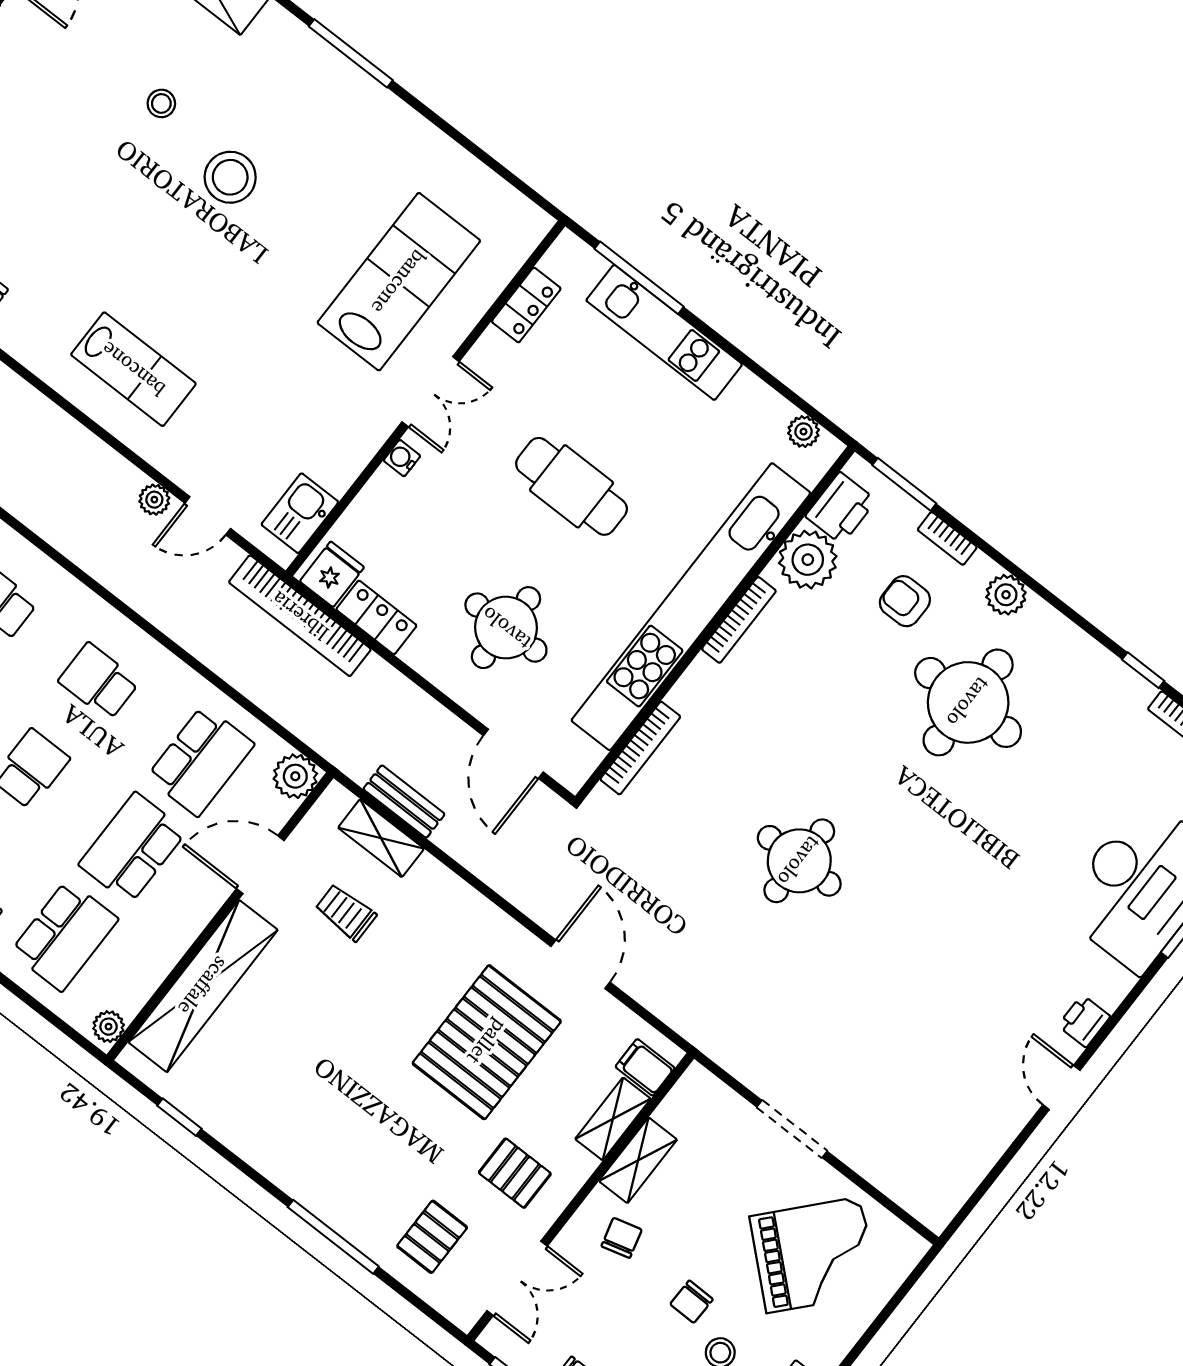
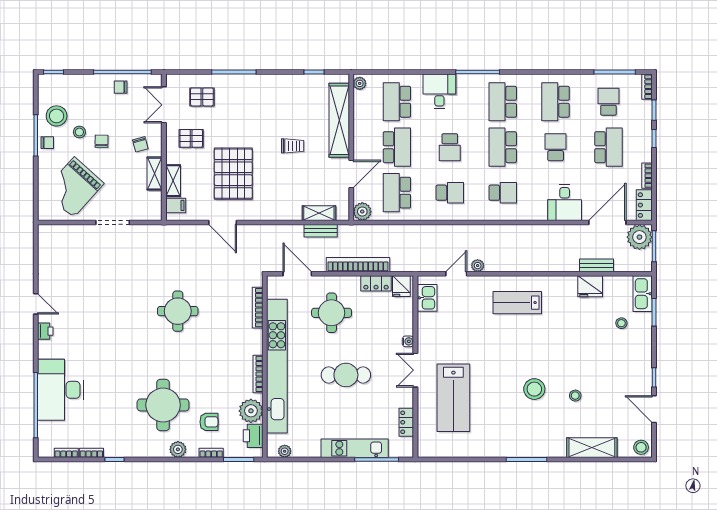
bookcase: (300, 616) -> (358, 265), moved
trolley: (346, 912) -> (293, 146), moved
pallet: (432, 1237) -> (202, 97), turned 90

